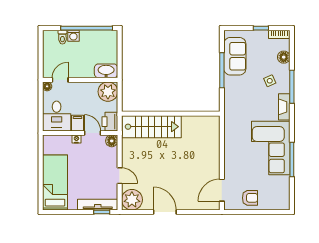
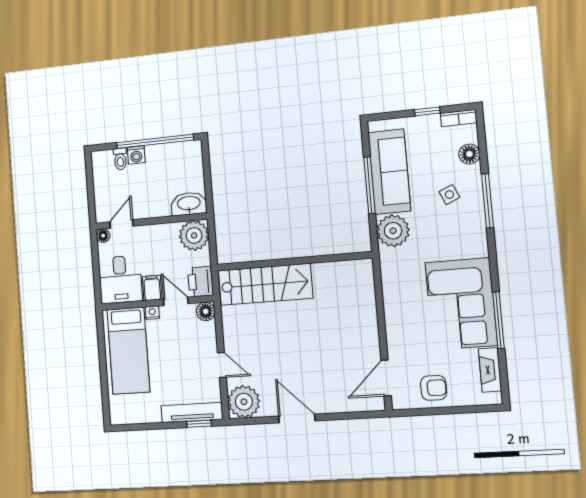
sofa: (235, 56) -> (389, 172), width x1.36
plant: (234, 100) -> (393, 231), added
fireplace: (284, 107) -> (490, 370), moved
bed: (55, 182) -> (128, 351), moved, turned 180

